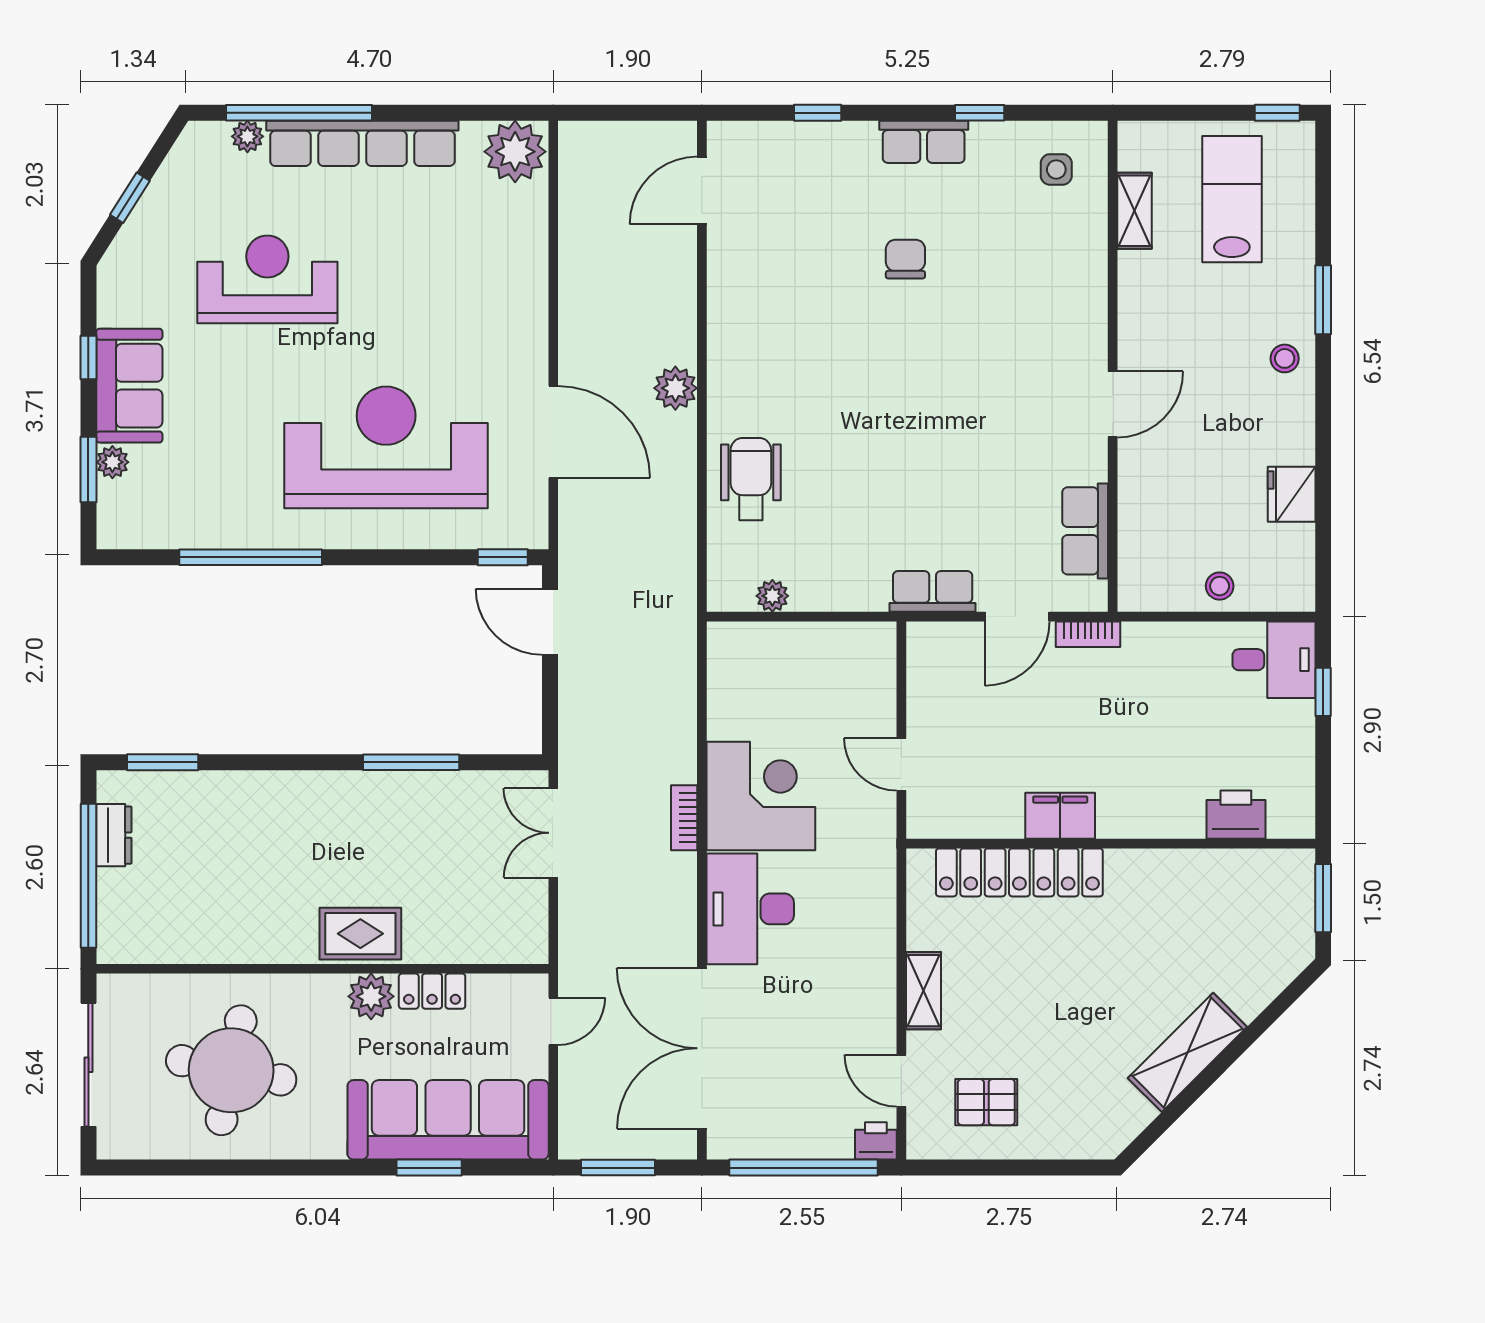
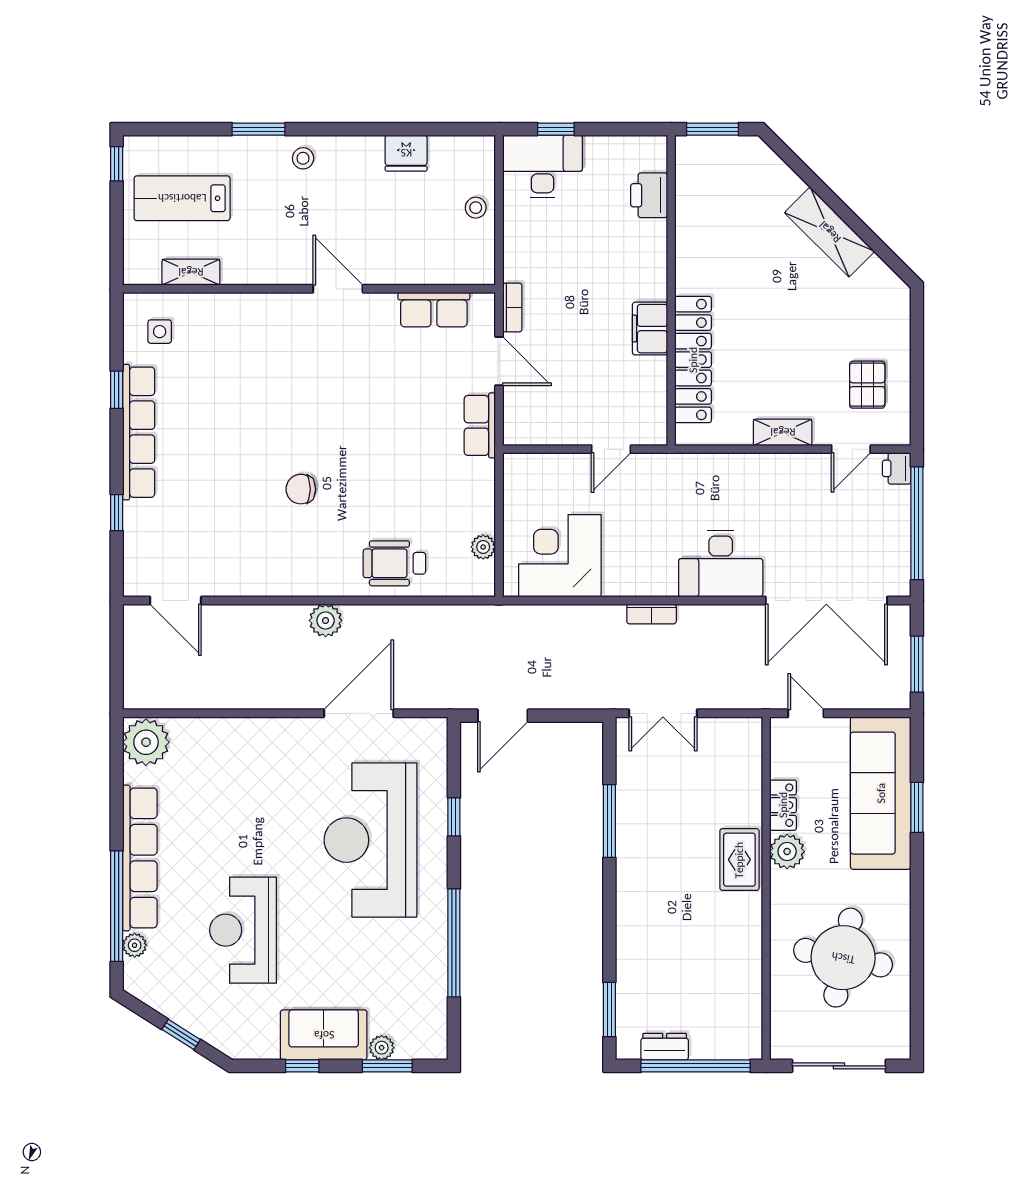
row of seats: (924, 142) -> (139, 432), width x2.02
chair: (905, 259) -> (301, 489), moved
window: (503, 557) -> (454, 817), moved
desk: (1274, 660) -> (542, 166), width x1.37
corner desk: (761, 796) -> (560, 556), moved

